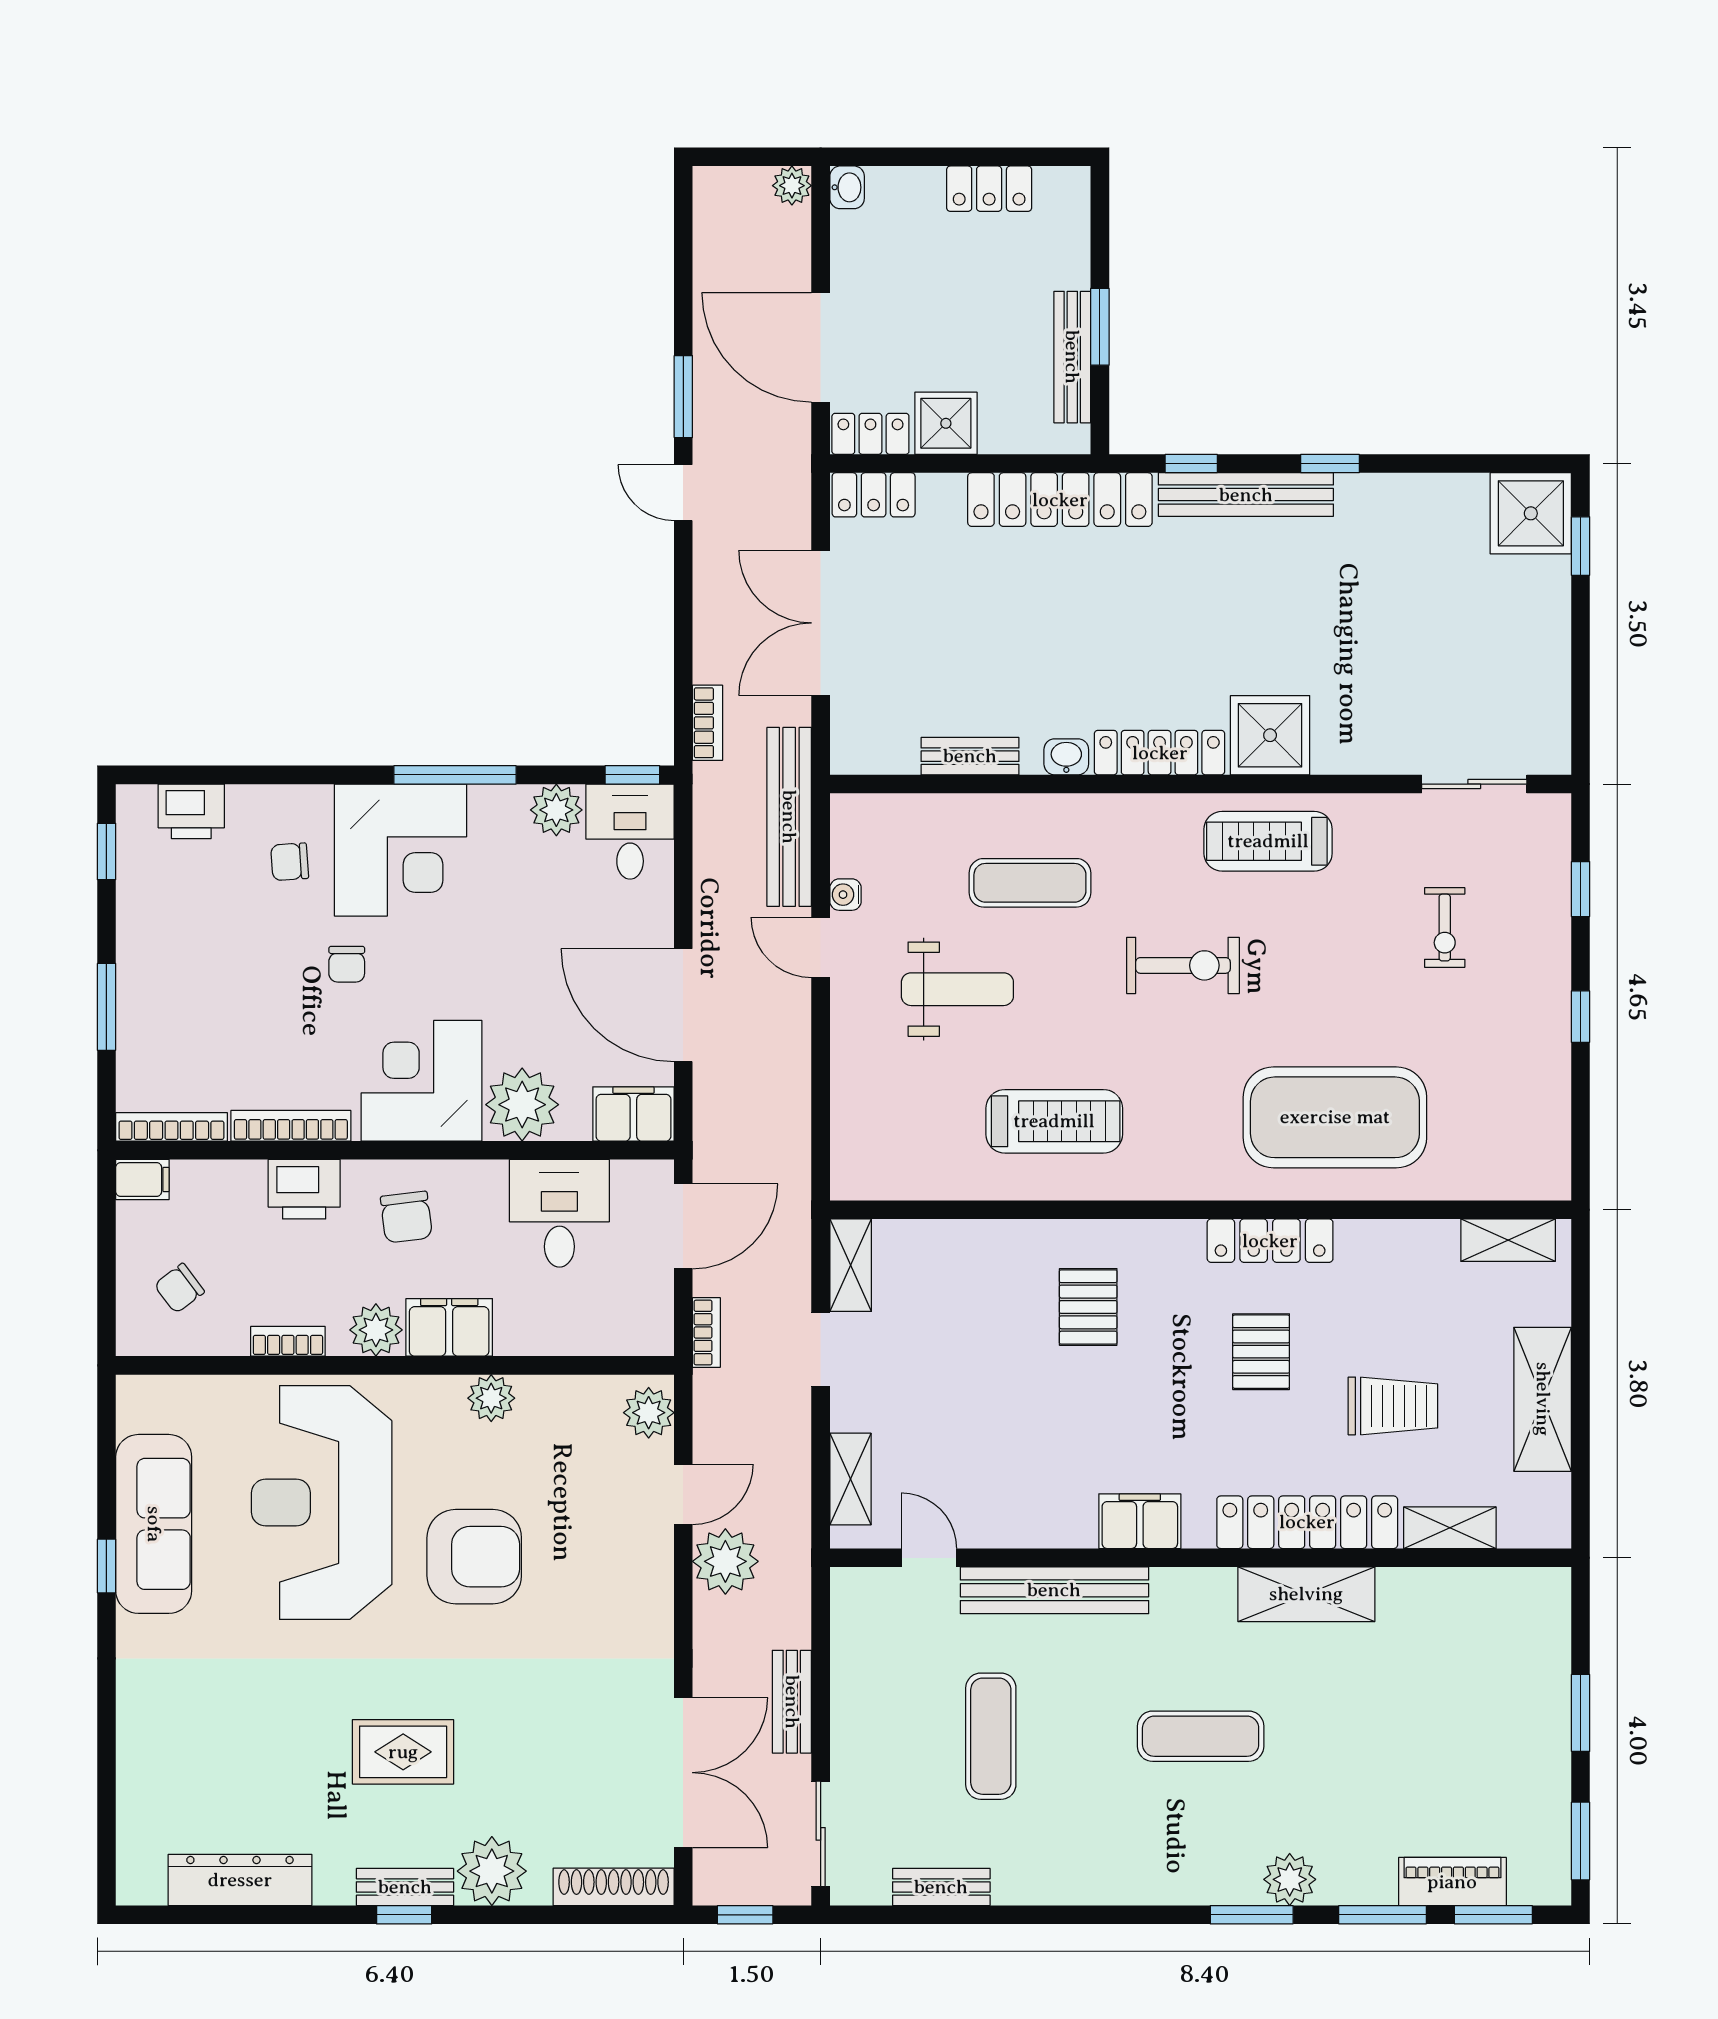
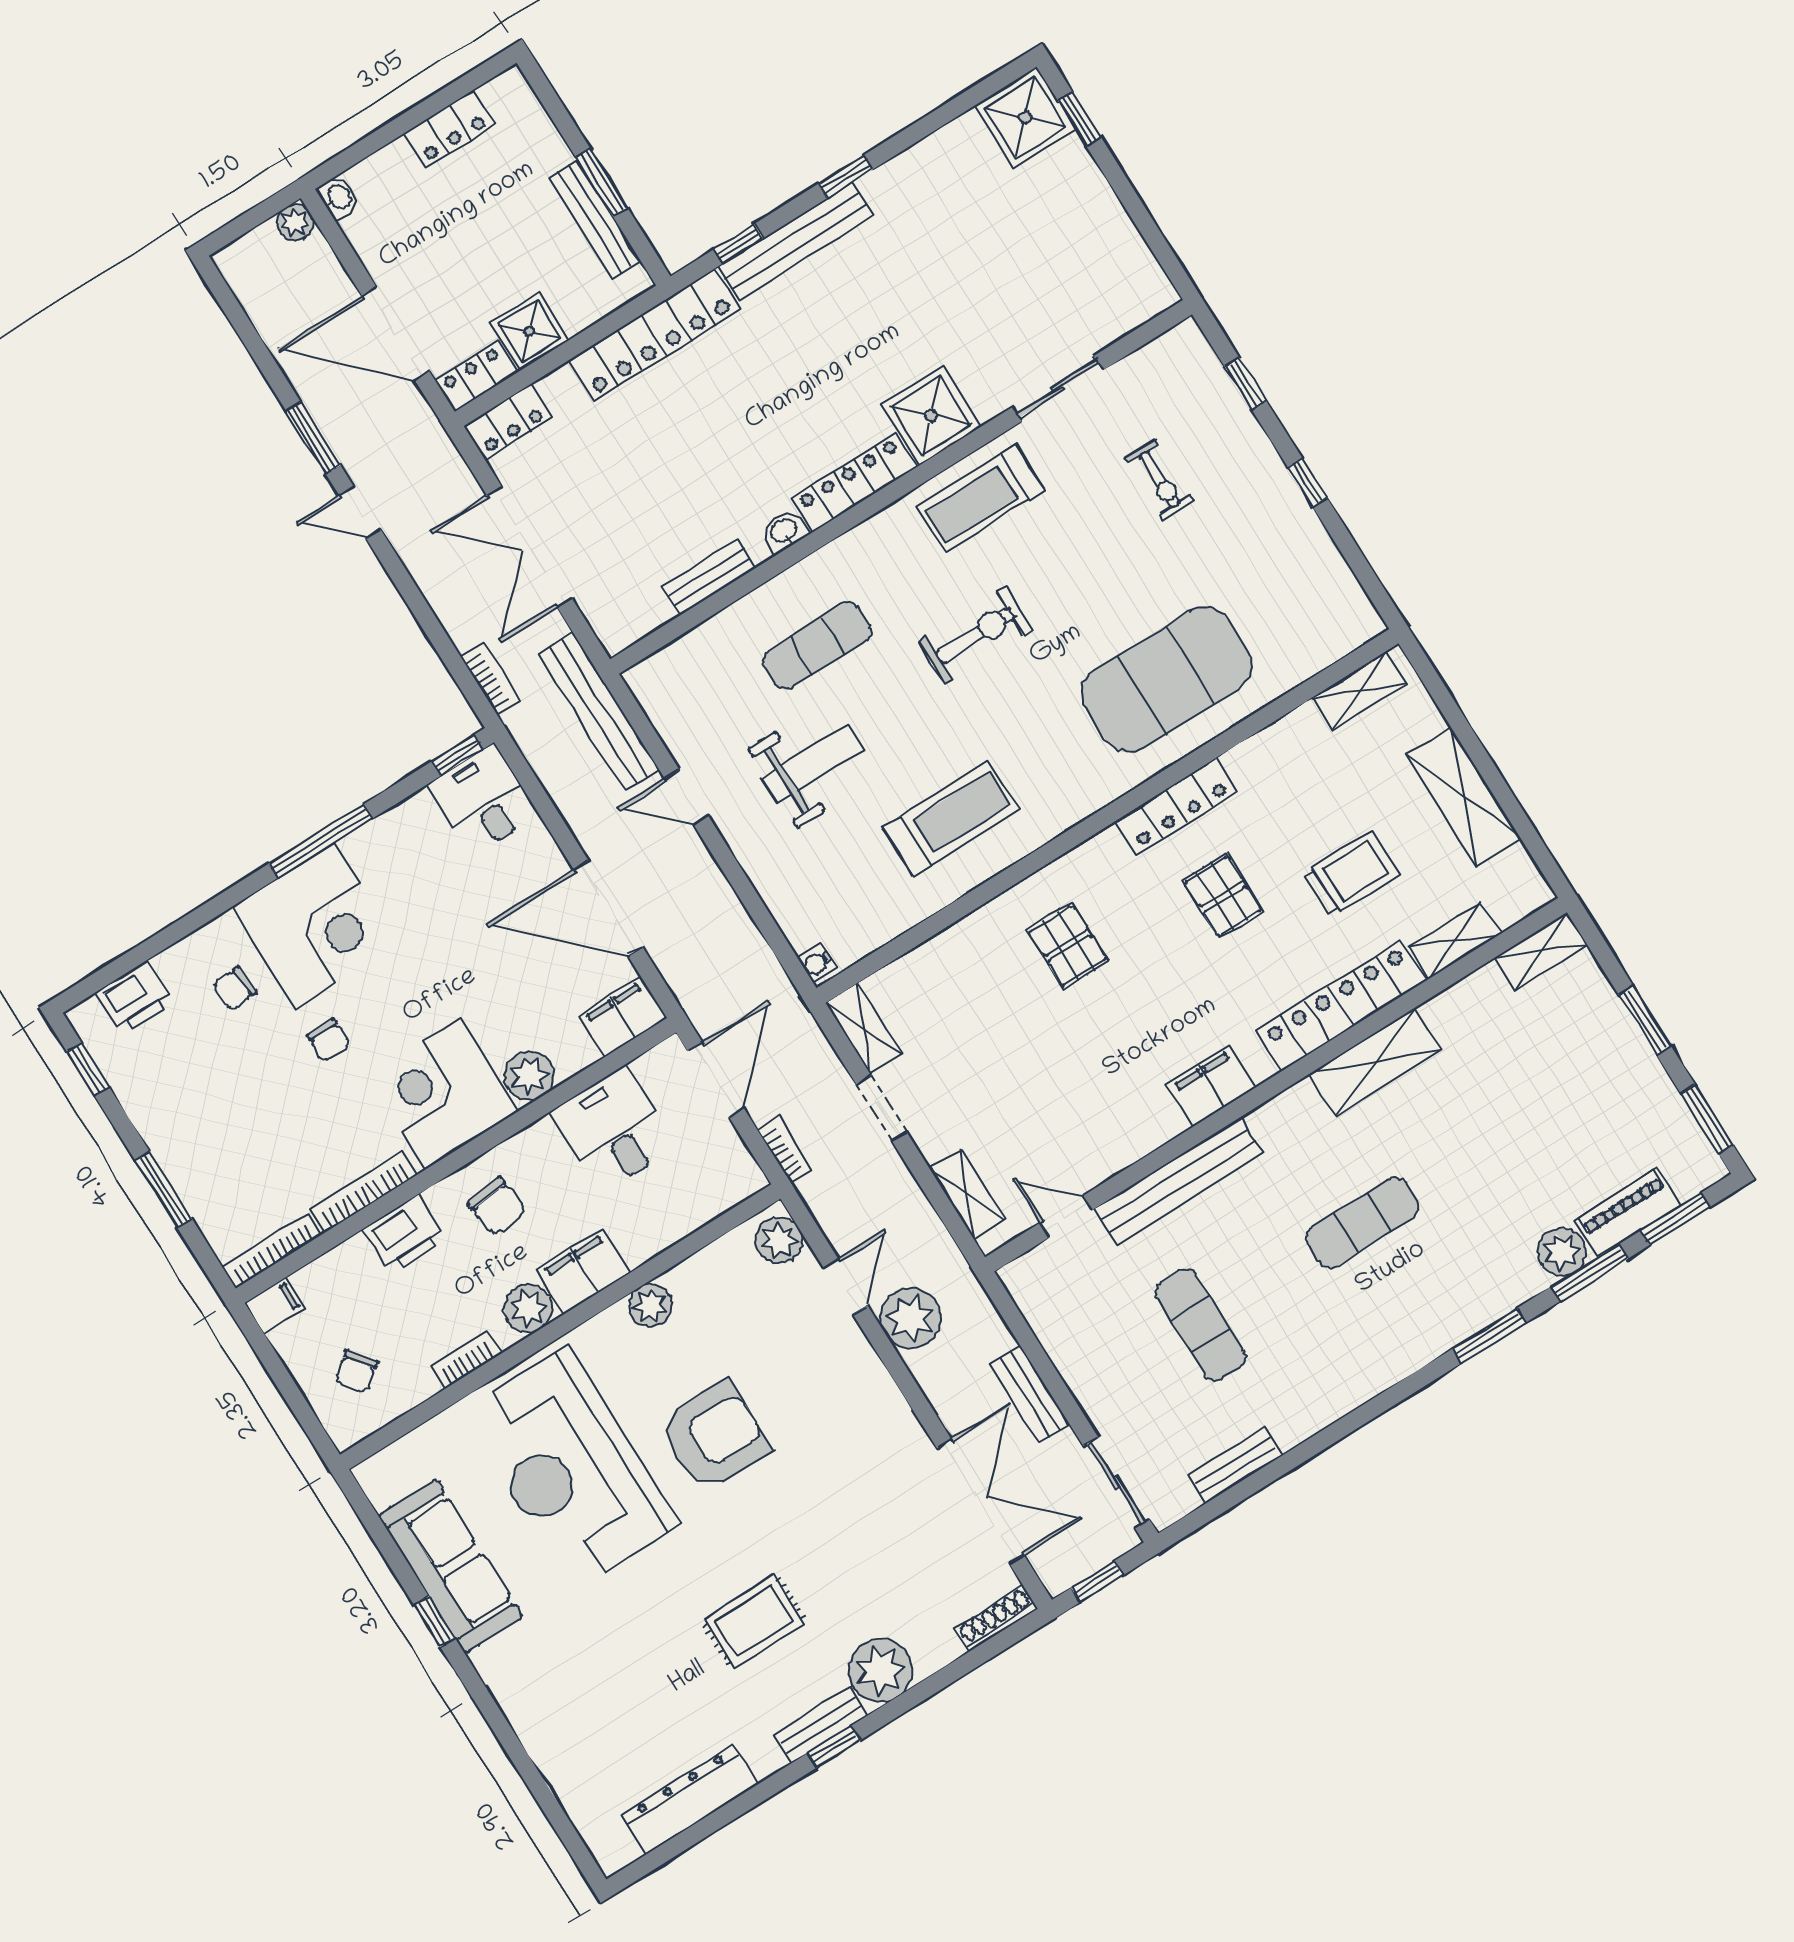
sliding door: (1474, 784) -> (1058, 388), moved
plant: (556, 810) -> (416, 819), removed
water cooler: (846, 895) -> (817, 963), moved
plant: (522, 1105) -> (529, 1076), width x0.73, depth x0.73
shelving: (1524, 1588) -> (1541, 951), added
plant: (1290, 1879) -> (1562, 1252), moved
shoe rack: (614, 1887) -> (996, 1619), width x0.74, depth x0.81

